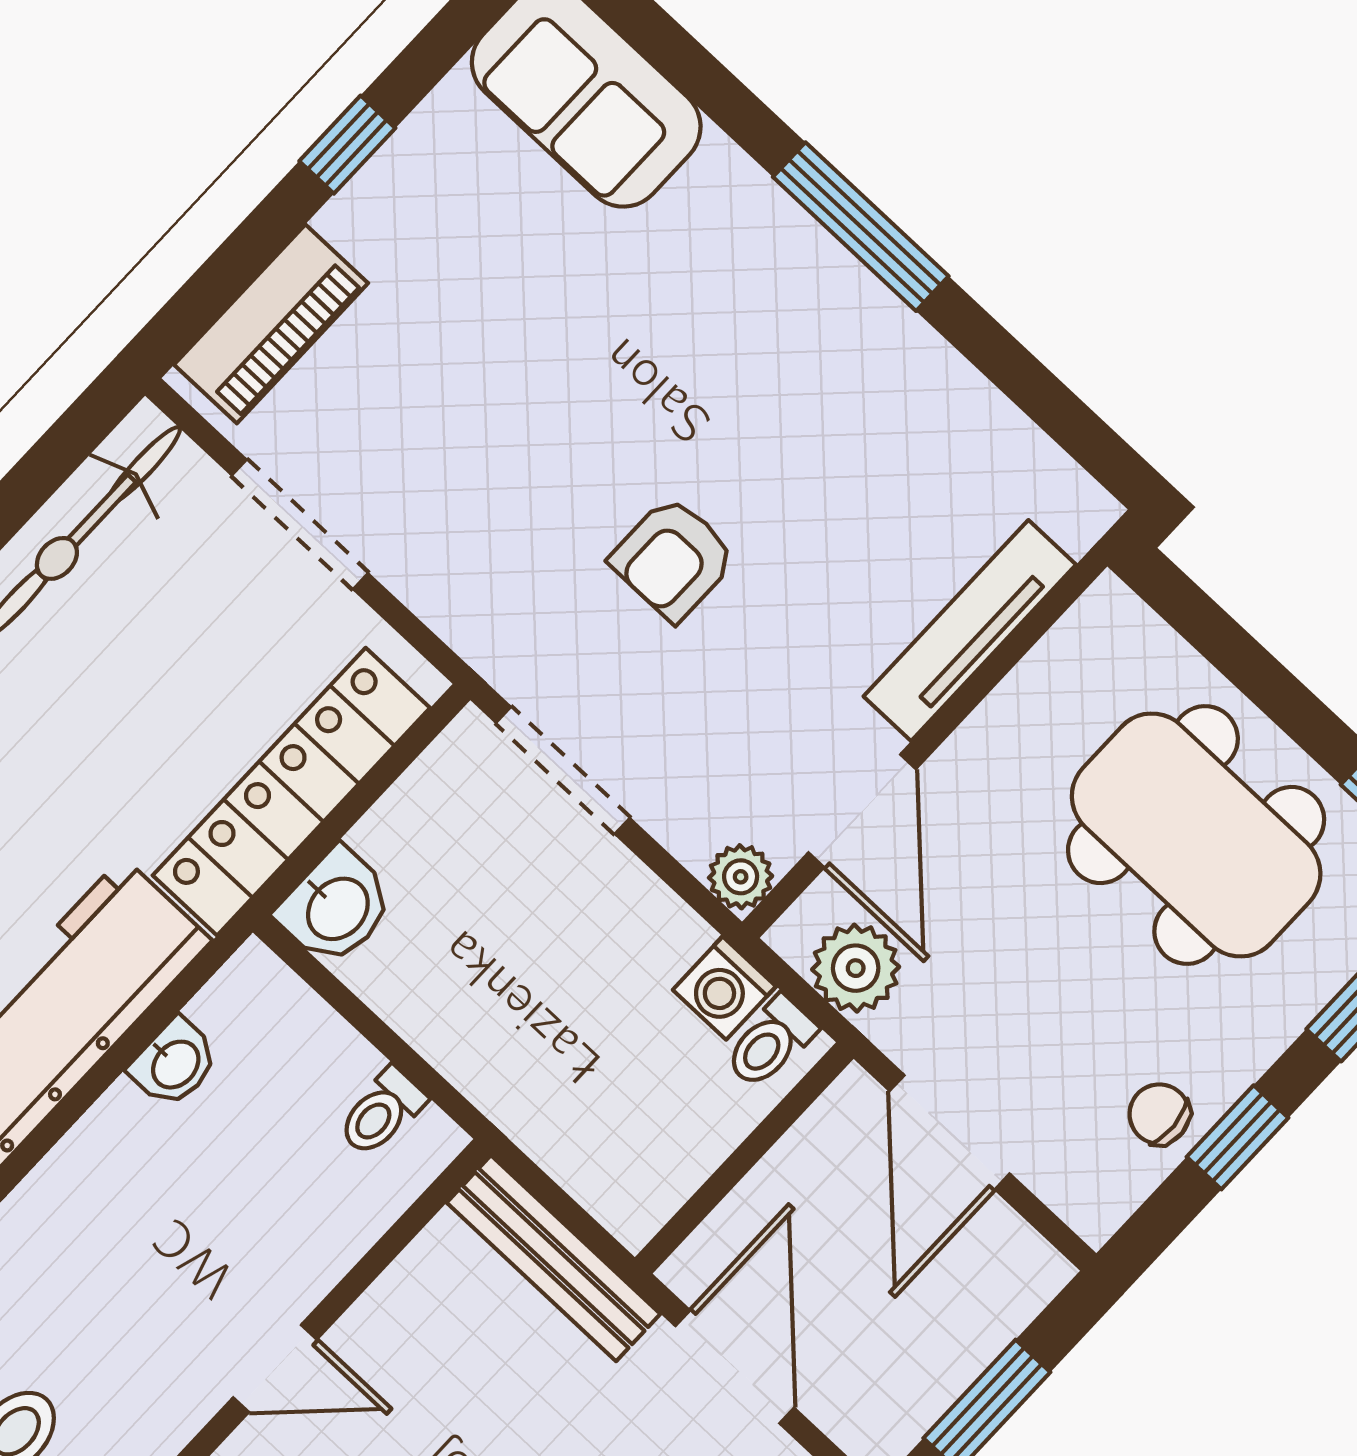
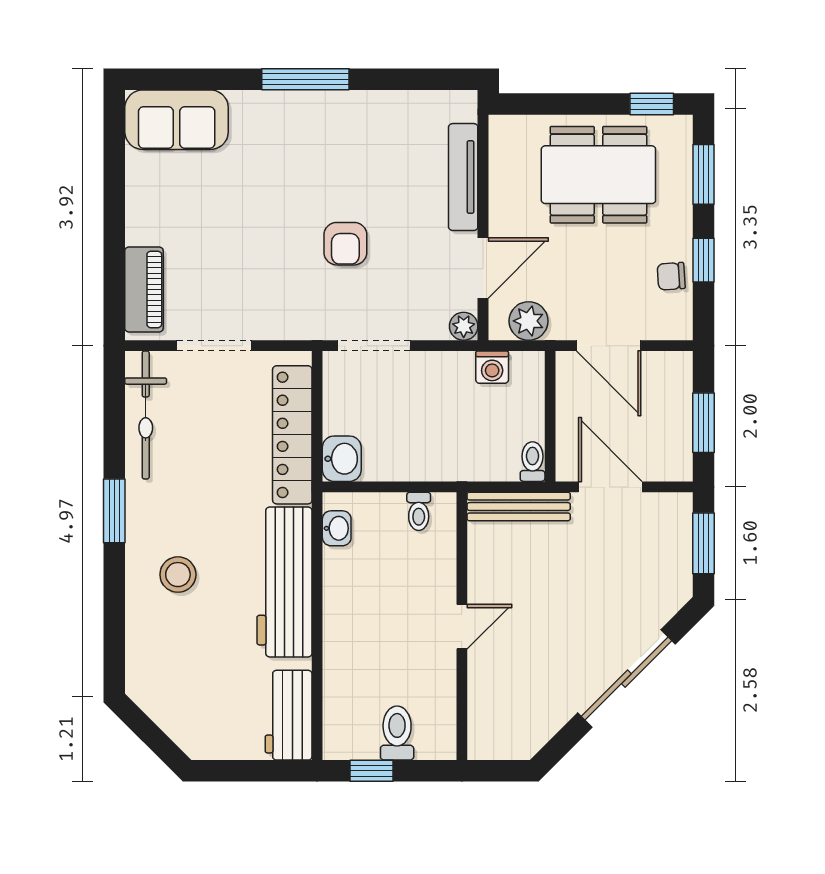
window: (347, 145) -> (114, 208), removed
door: (862, 811) -> (483, 268), hinge flipped
toilet: (770, 1042) -> (533, 462), moved, turned 180
washbasin: (174, 1063) -> (337, 528), moved

